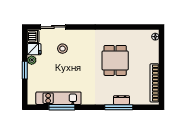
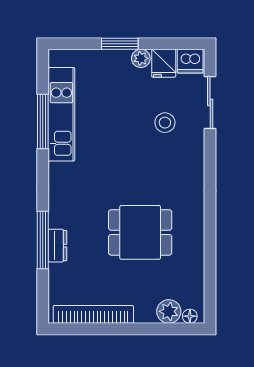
plant: (153, 47) -> (169, 311), added

